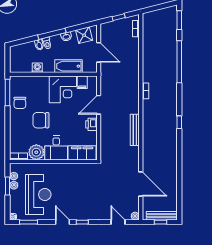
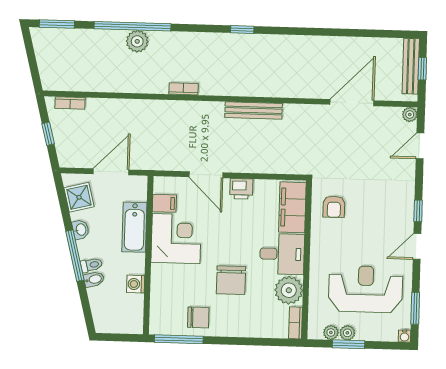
plant: (171, 65) -> (137, 41), added
armchair: (83, 176) -> (334, 207), added

